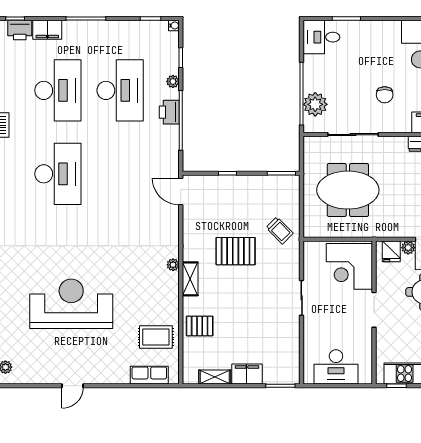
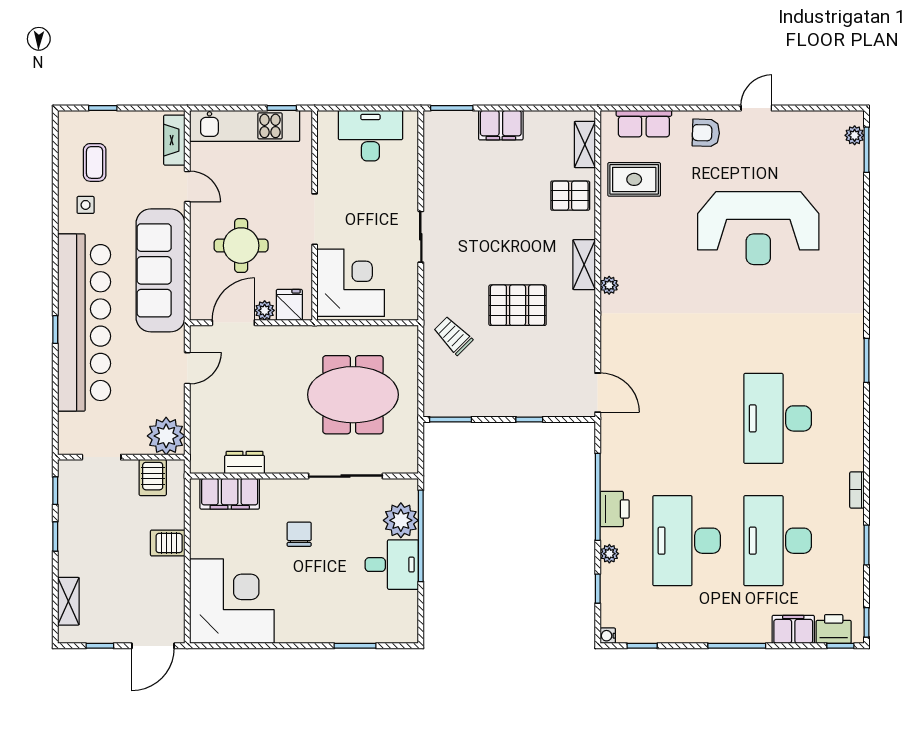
desk: (321, 37) -> (392, 565), moved
armchair: (107, 369) -> (706, 133), added
shelving: (215, 377) -> (585, 144), moved, turned 90

